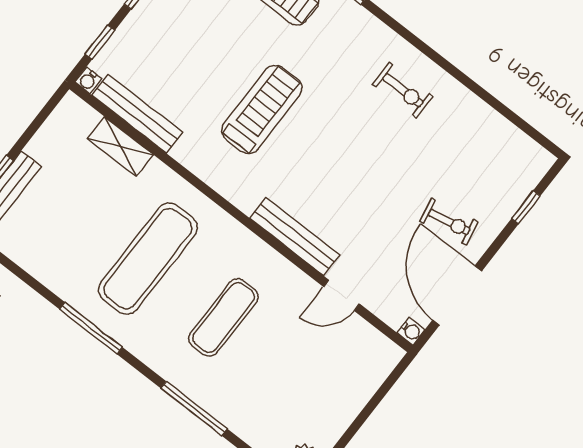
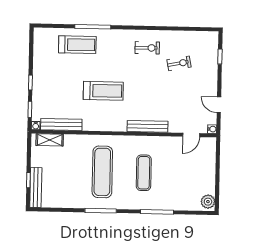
treadmill: (262, 109) -> (103, 91), turned 90
shelving: (120, 147) -> (50, 140), moved
exercise bike: (449, 222) -> (179, 63), moved
door: (341, 295) -> (191, 135), moved
door: (457, 295) -> (219, 105), width x0.53

